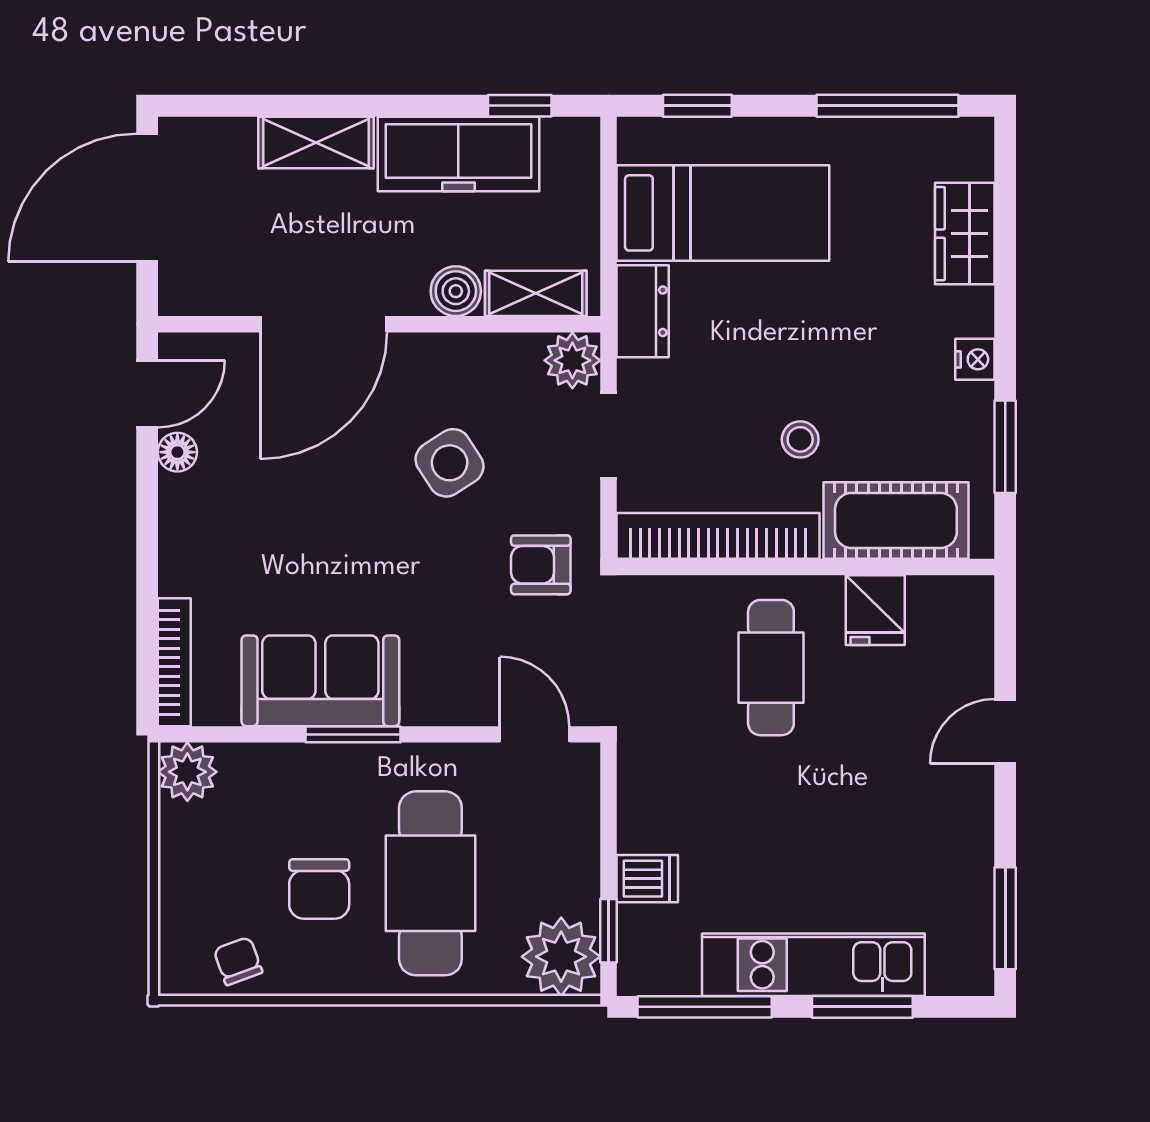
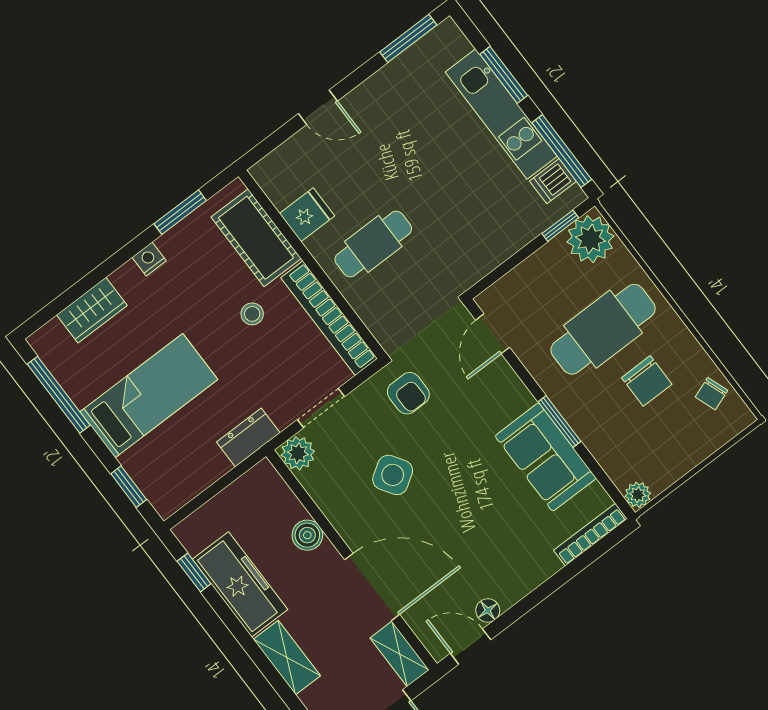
bed: (723, 213) -> (149, 396), moved, turned 90
shelving: (536, 293) -> (399, 654), moved
plant: (187, 772) -> (638, 495), width x0.73, depth x0.73
dishwasher: (647, 879) -> (553, 181), moved, turned -90
chair: (319, 889) -> (647, 381), turned 90

